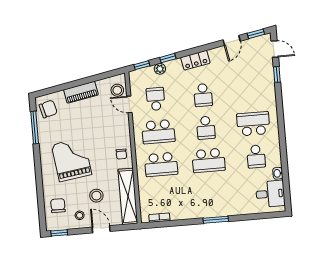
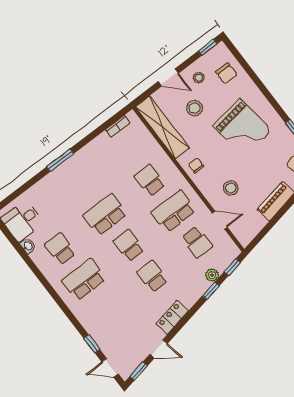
door: (232, 40) -> (159, 349), swing flipped
locker: (195, 60) -> (172, 317), moved
stool: (117, 90) -> (231, 188), moved
school desk: (253, 124) -> (84, 280), turned 180
school desk: (161, 164) -> (150, 180), width x0.54

